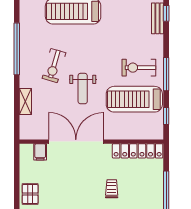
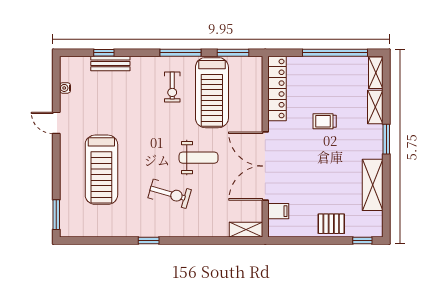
window: (17, 49) -> (149, 240), width x0.32
exercise bike: (139, 68) -> (172, 87), width x0.73, depth x0.72
shelving: (25, 102) -> (246, 230), moved
window: (166, 116) -> (233, 53), width x1.50

